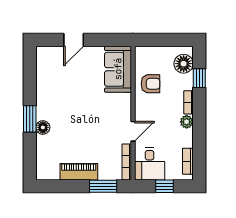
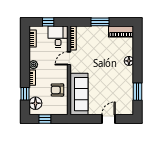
window: (170, 40) -> (45, 119), added
sofa: (118, 69) -> (79, 94), width x1.36
window: (30, 119) -> (138, 92), moved
piano: (79, 172) -> (121, 32), moved
window: (103, 186) -> (100, 22), moved

